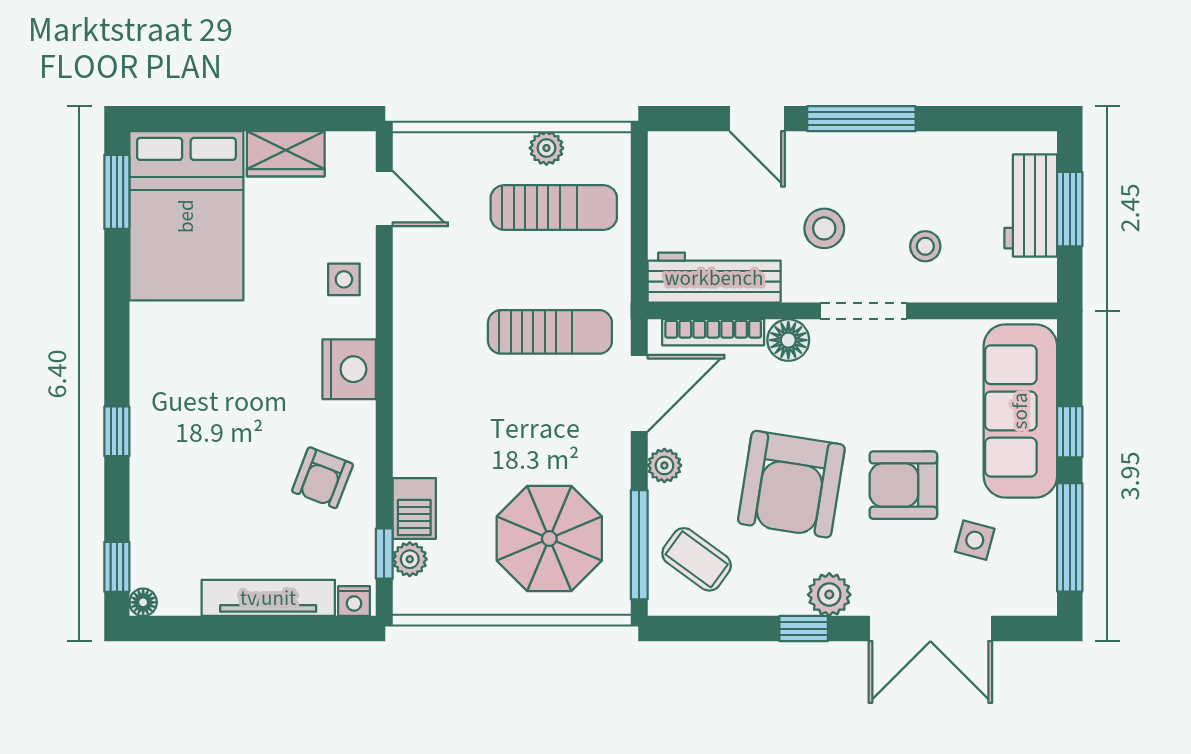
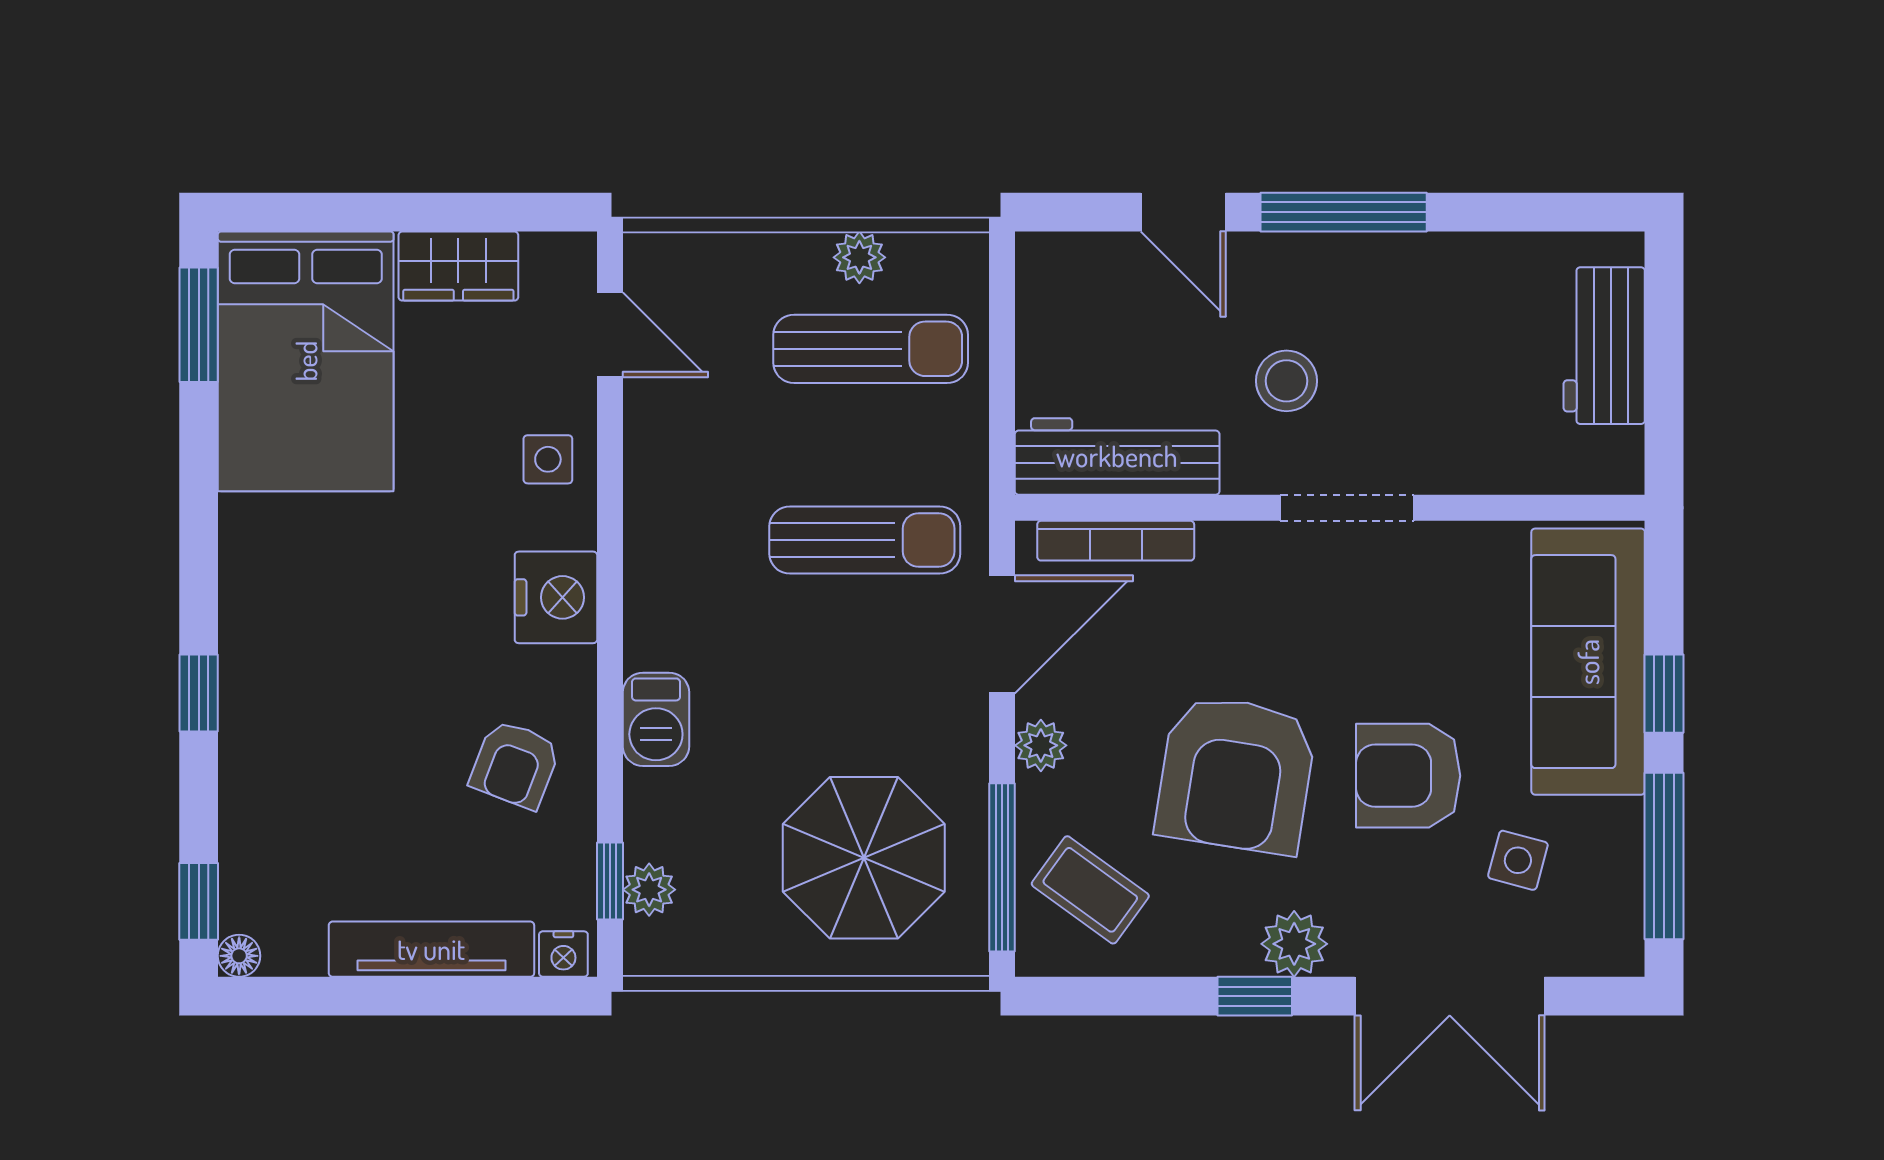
window: (1070, 209) -> (1664, 351), removed
stool: (925, 246) -> (1442, 408), removed
floor lamp: (788, 340) -> (1231, 553), removed
barbecue: (414, 508) -> (656, 719), moved

